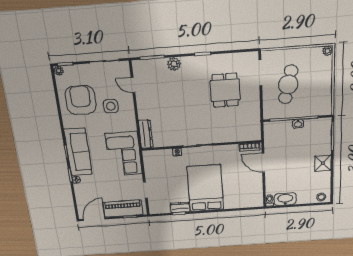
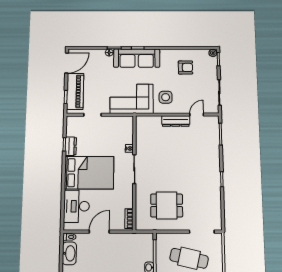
plant: (174, 64) -> (214, 153), removed
dining table: (225, 90) -> (167, 205), moved
armchair: (81, 100) -> (185, 67), width x0.53, depth x0.53
side table: (111, 106) -> (166, 97), moved
dresser: (146, 134) -> (176, 121), moved
door: (263, 163) -> (99, 232), moved
desk: (239, 197) -> (76, 206), added
door: (94, 219) -> (67, 63), hinge flipped

